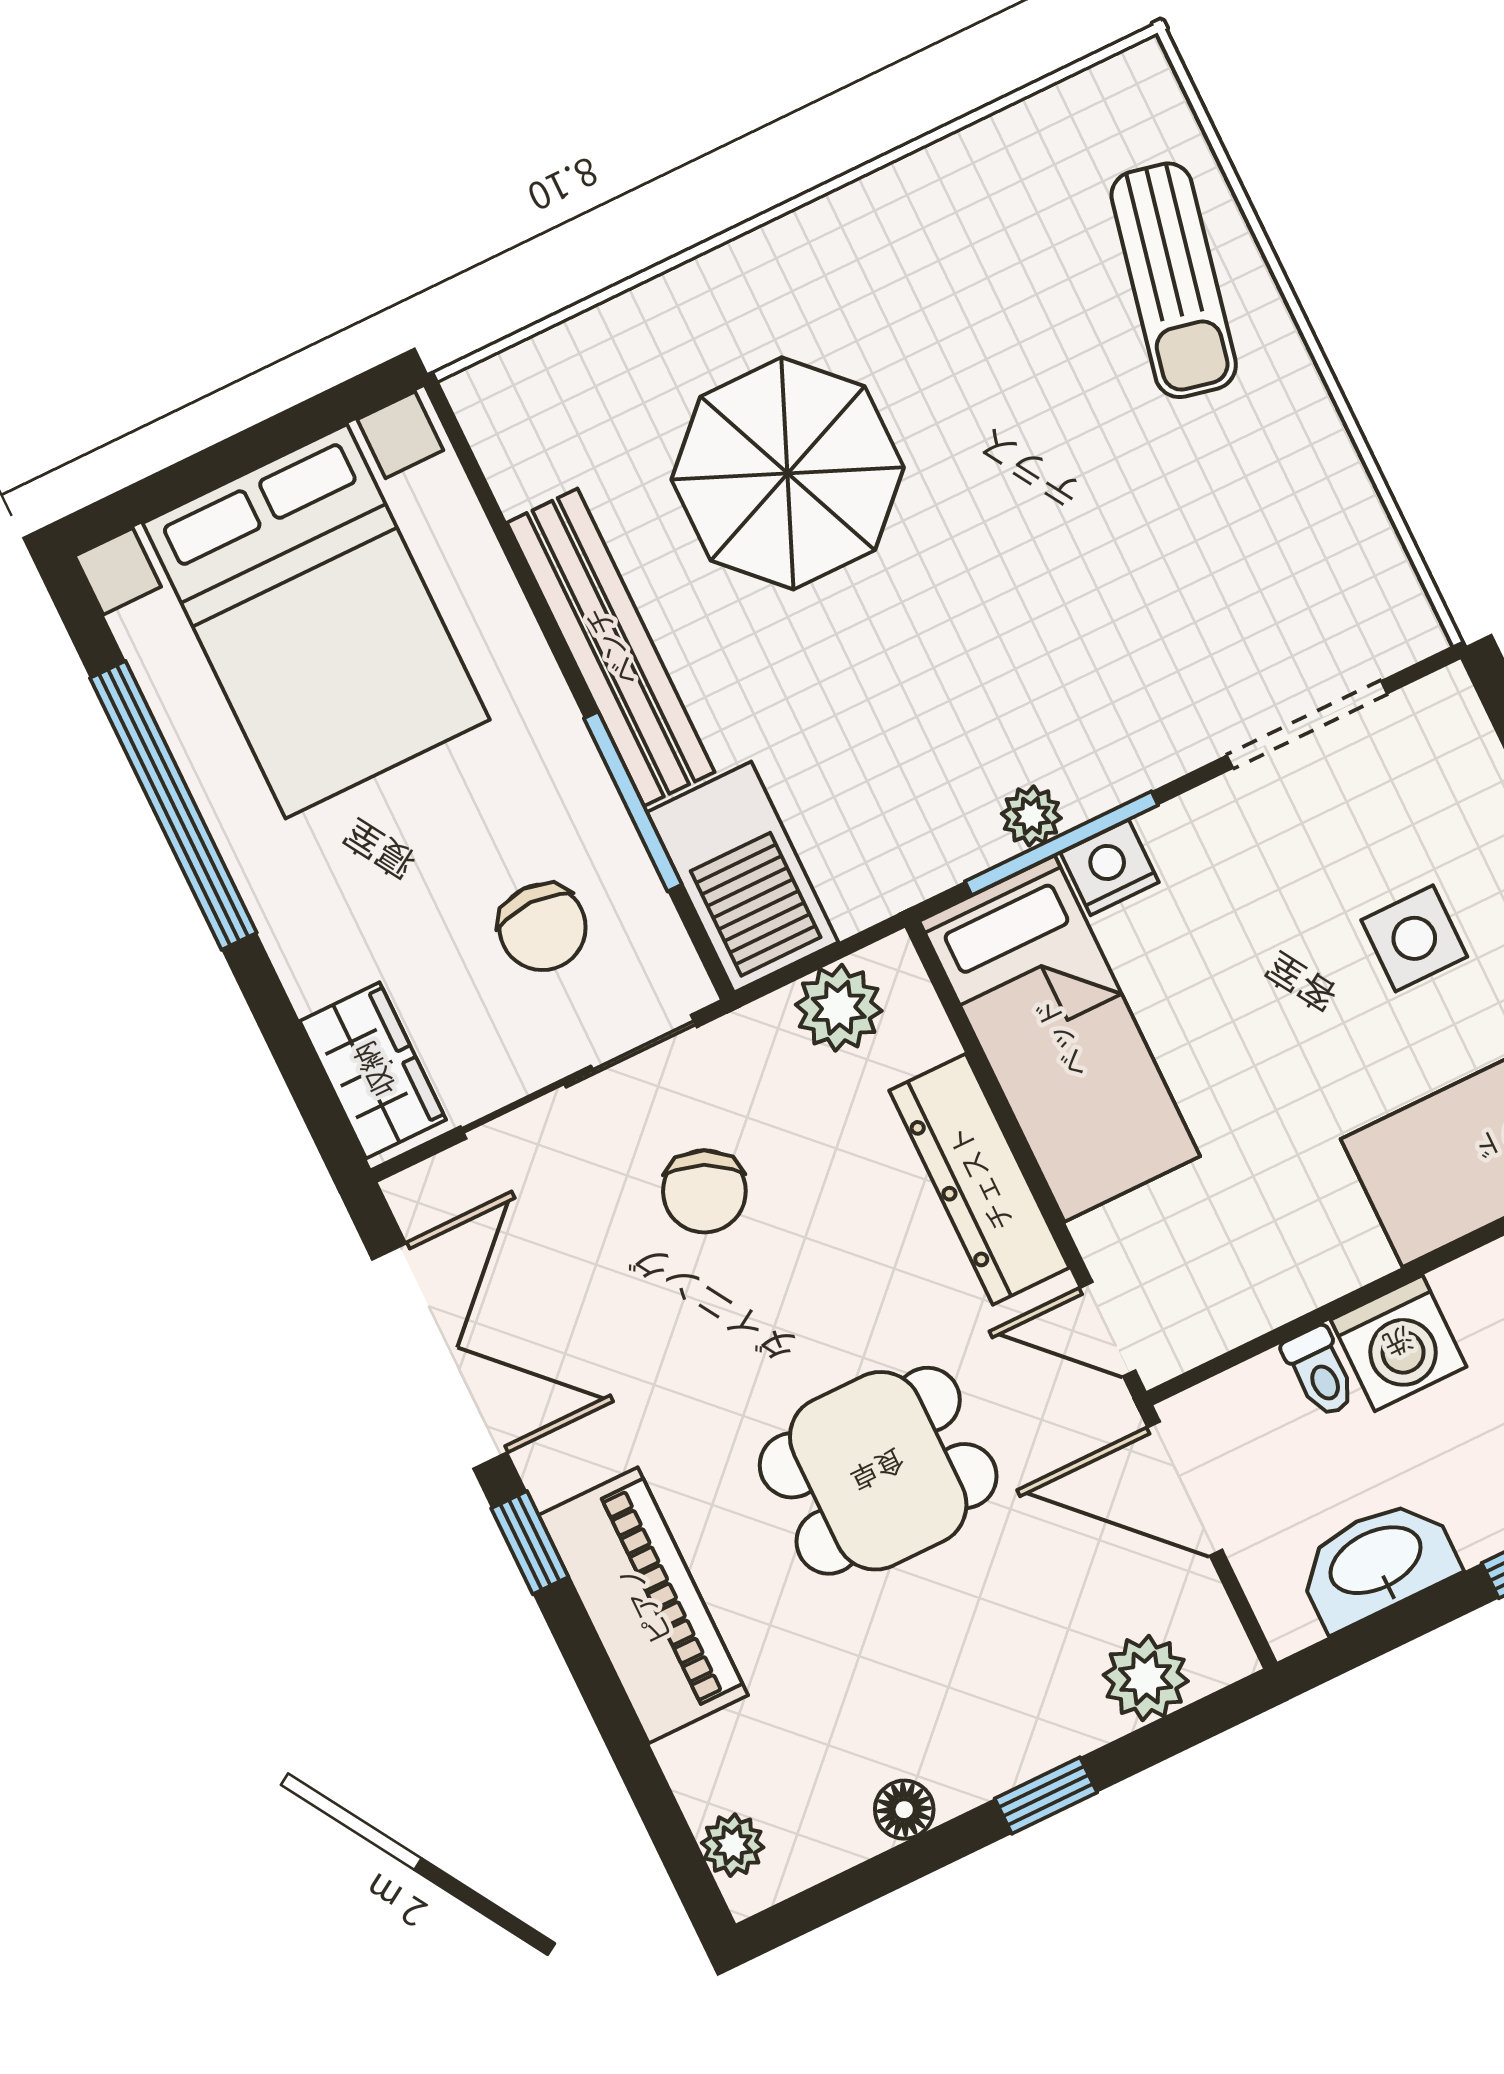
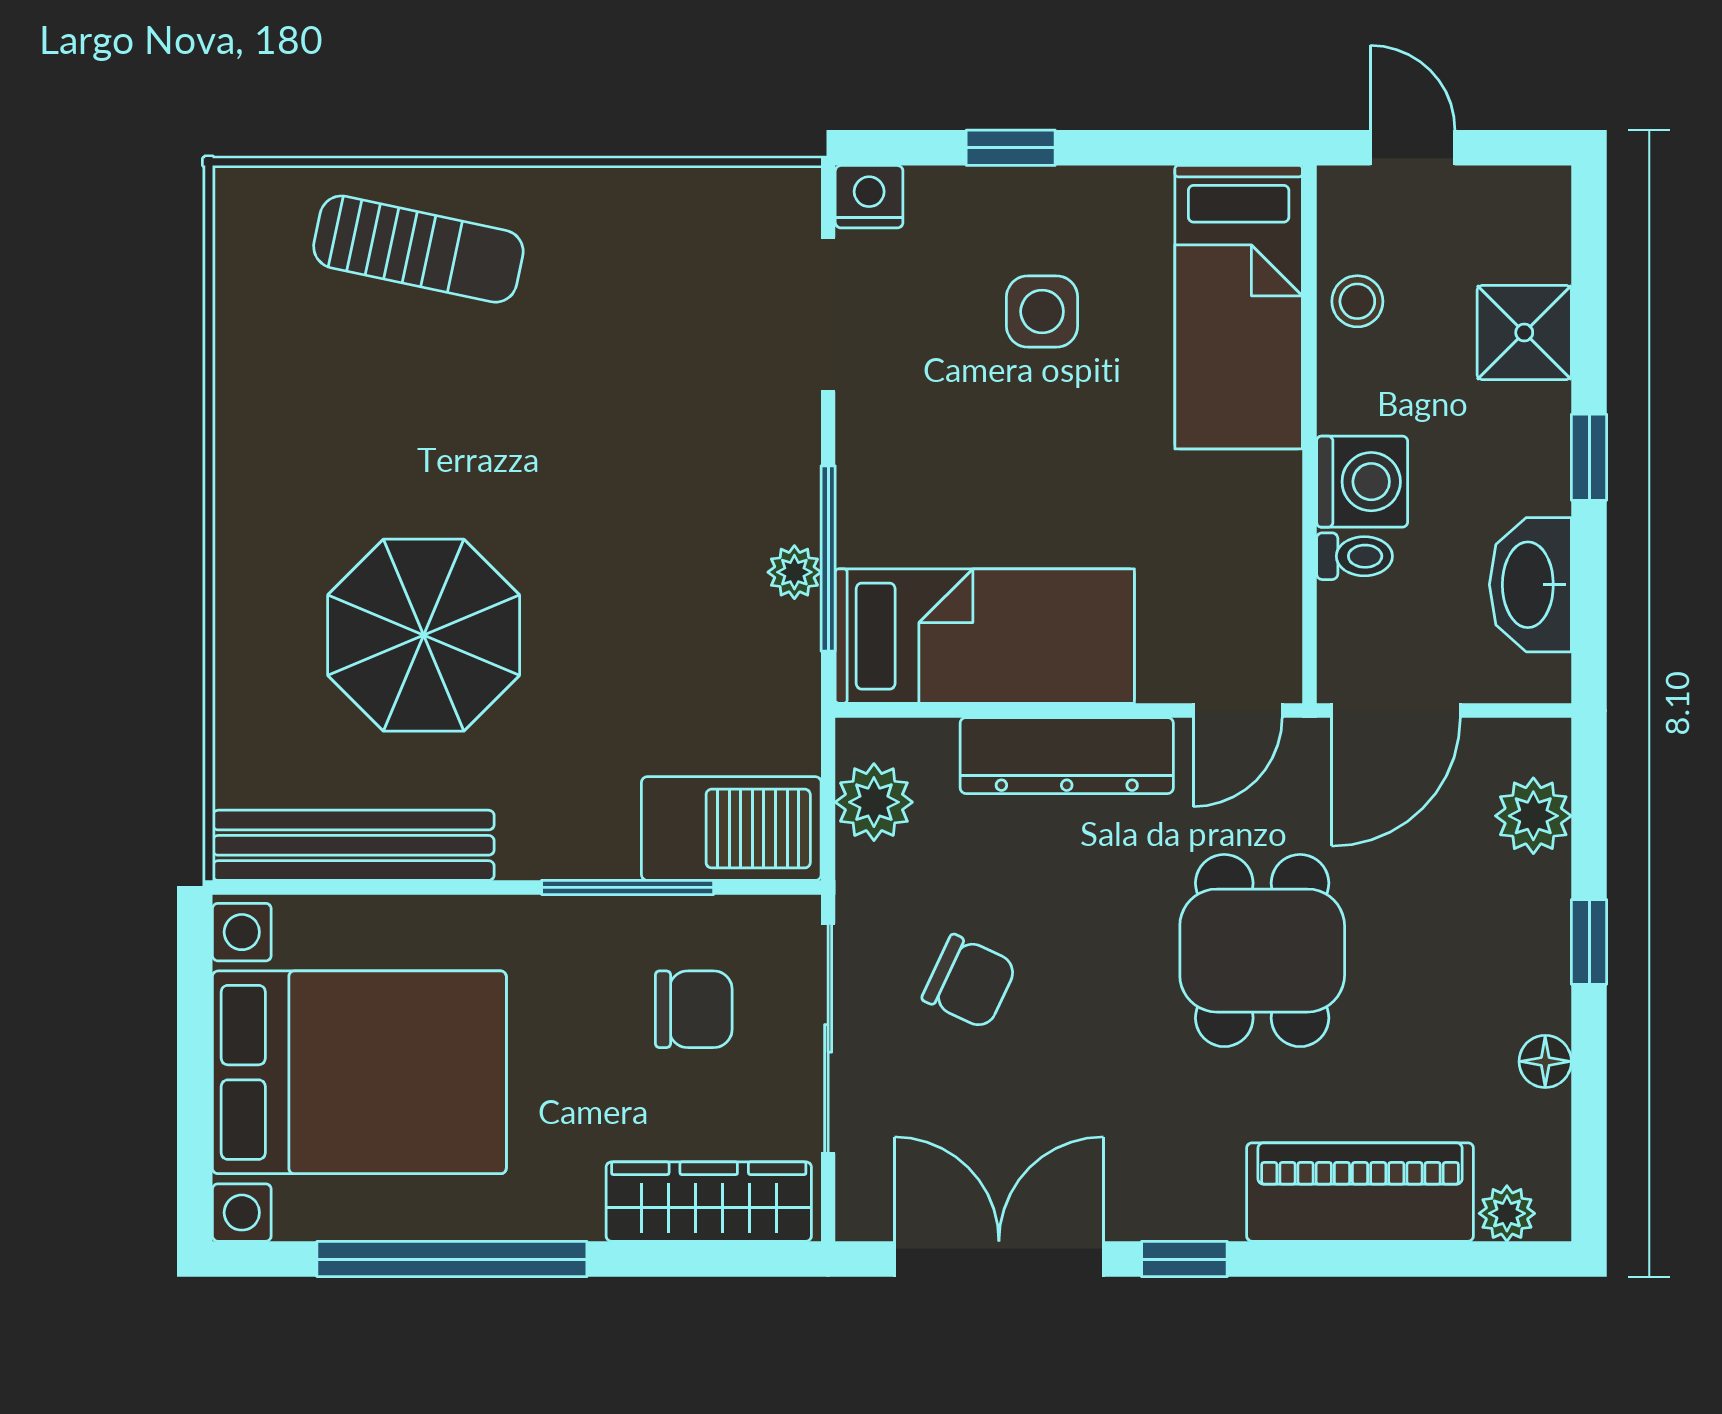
bench: (611, 647) -> (353, 845), moved
nightstand: (1110, 867) -> (869, 197), moved, turned 90
wardrobe: (373, 1070) -> (709, 1202), width x1.50
piano: (643, 1605) -> (1360, 1192), moved

